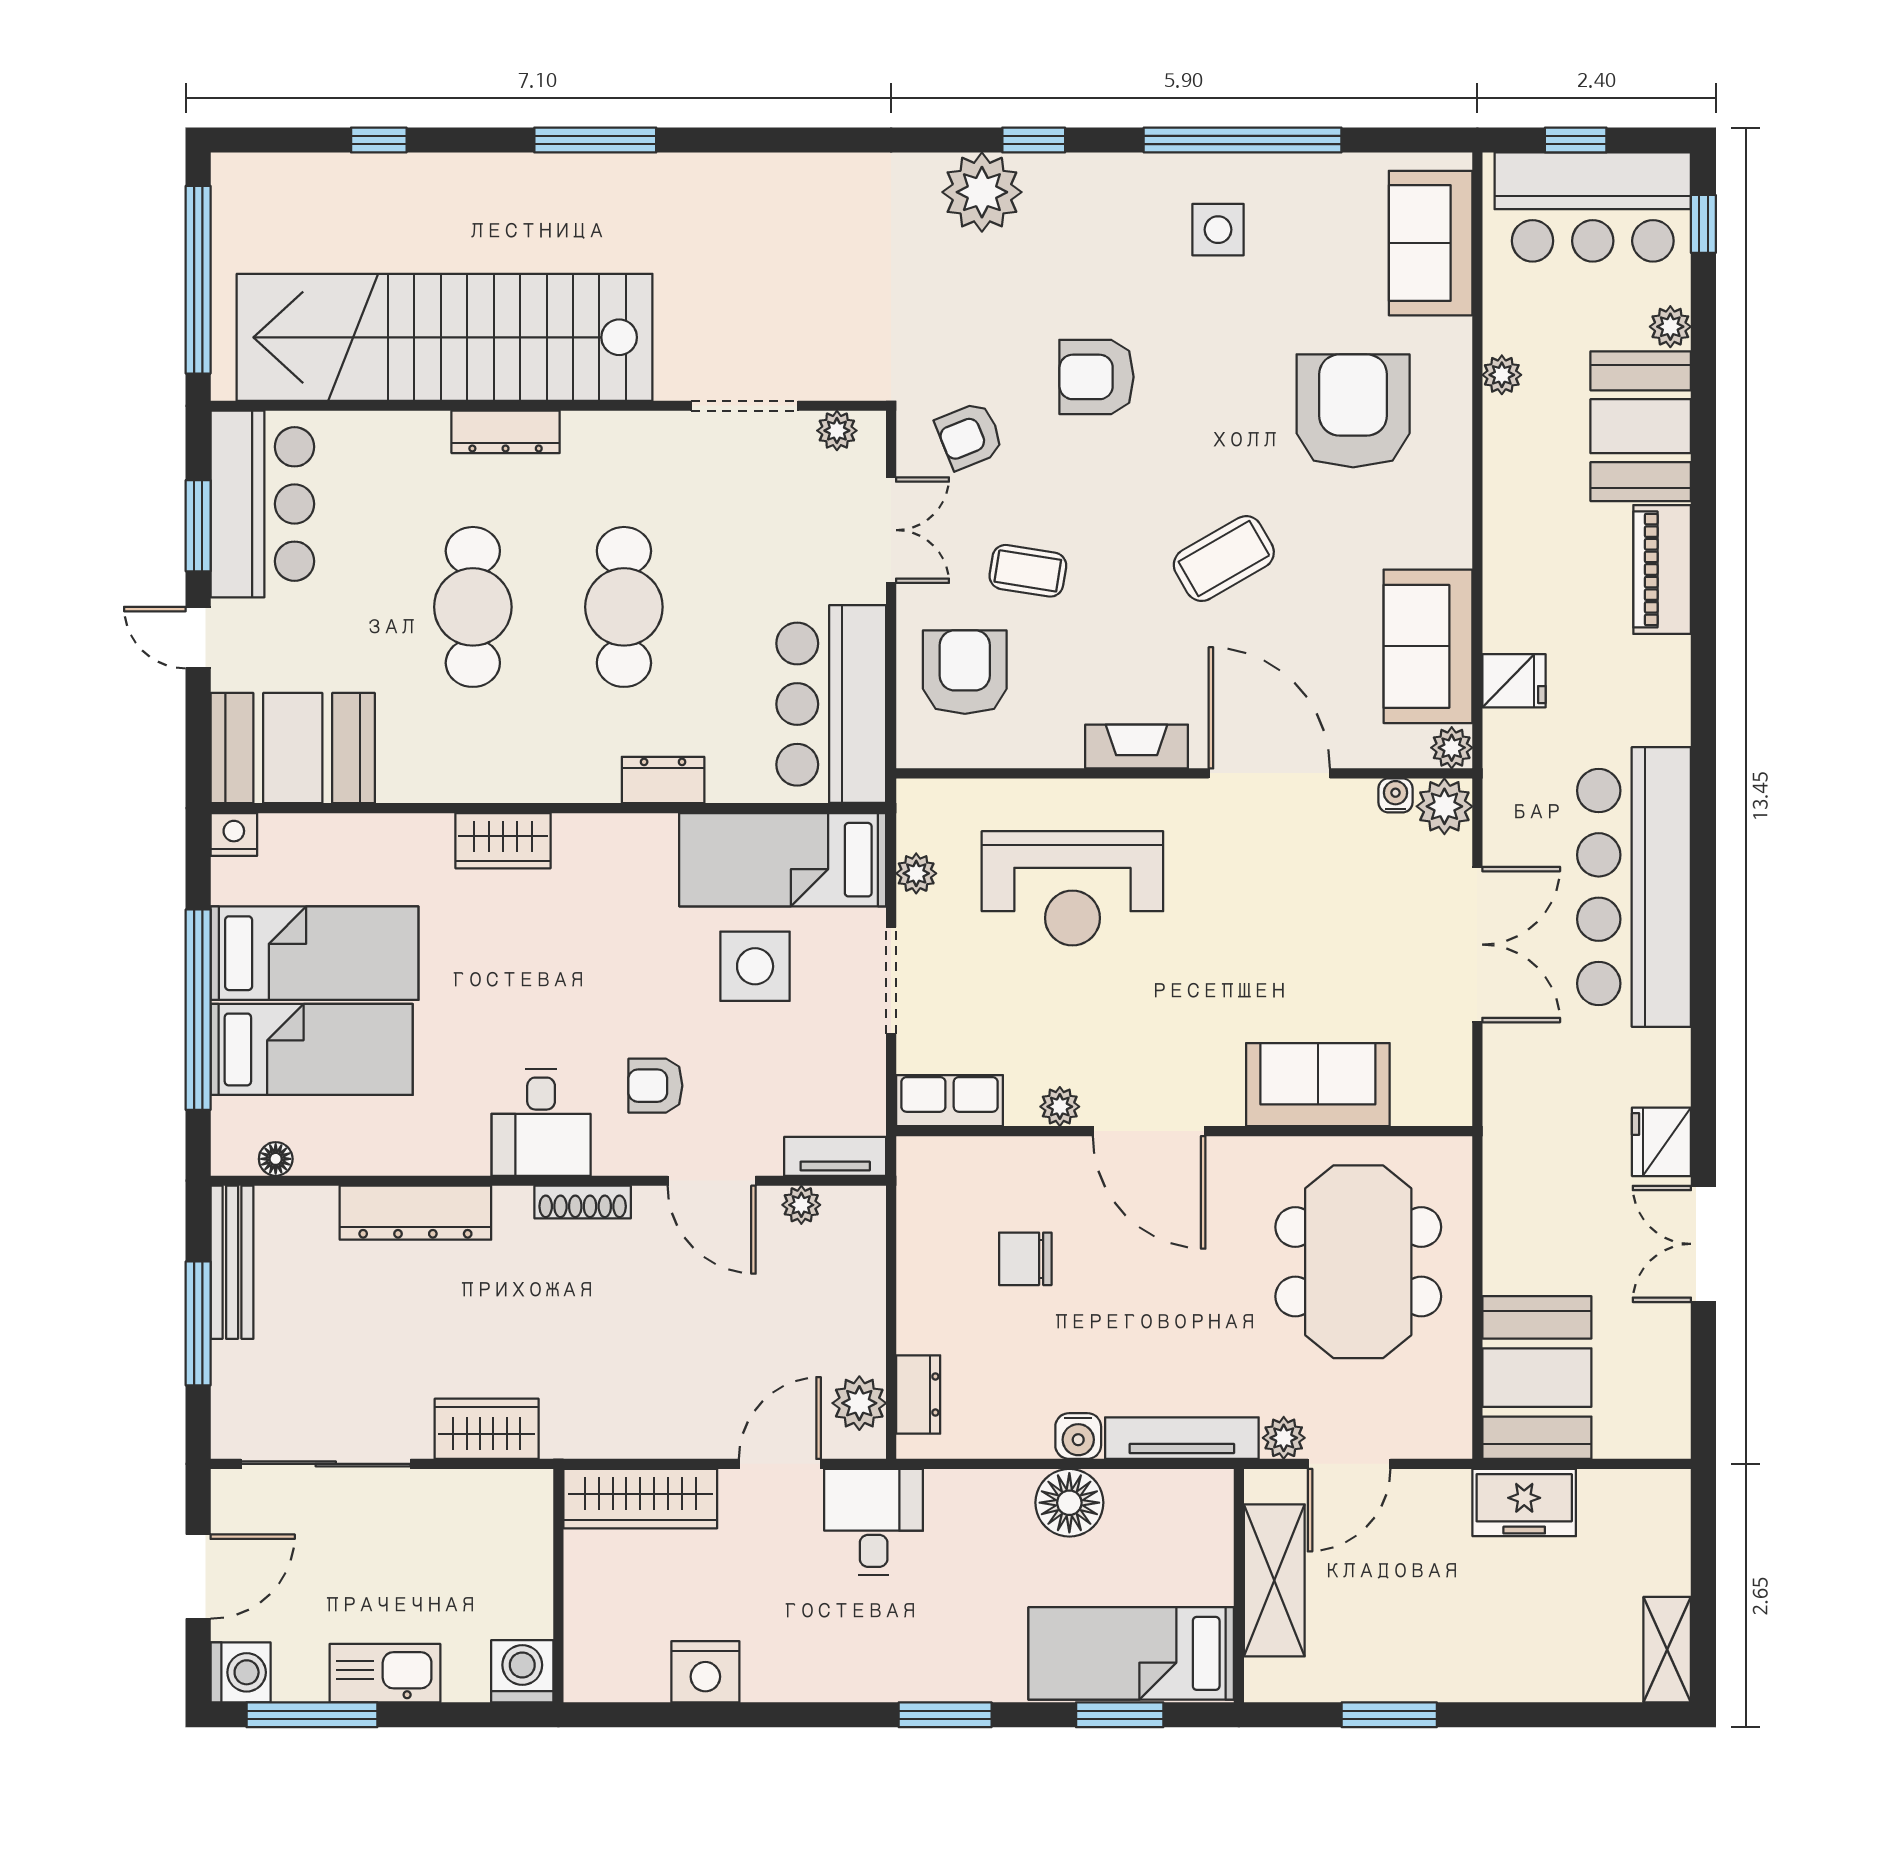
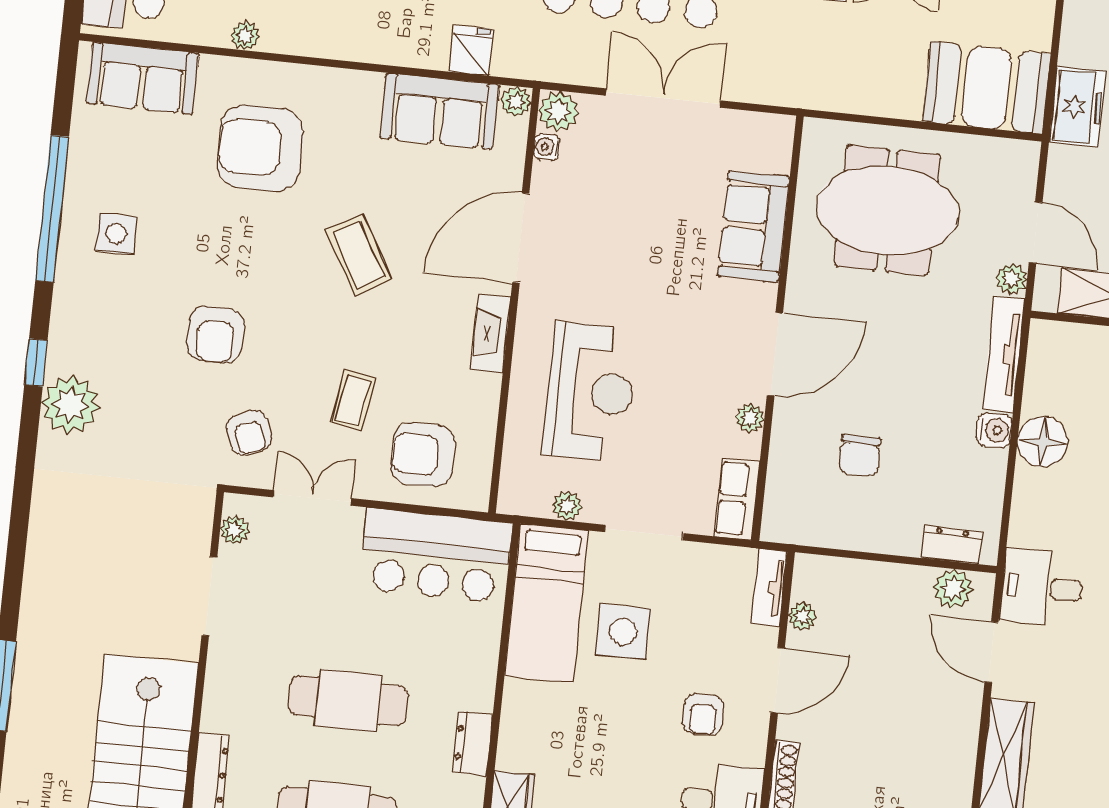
dresser: (663, 780) -> (473, 744), moved

